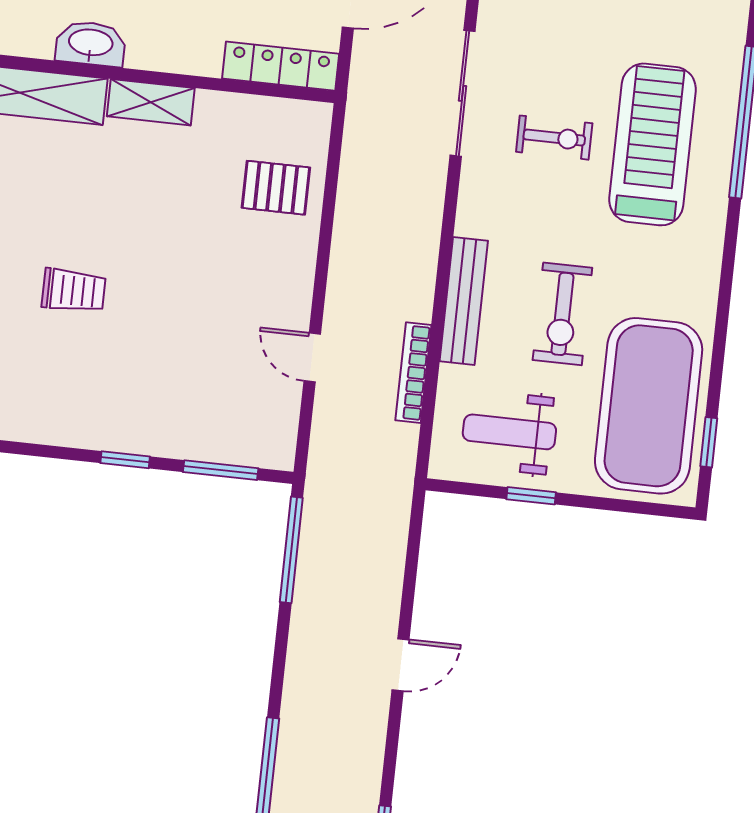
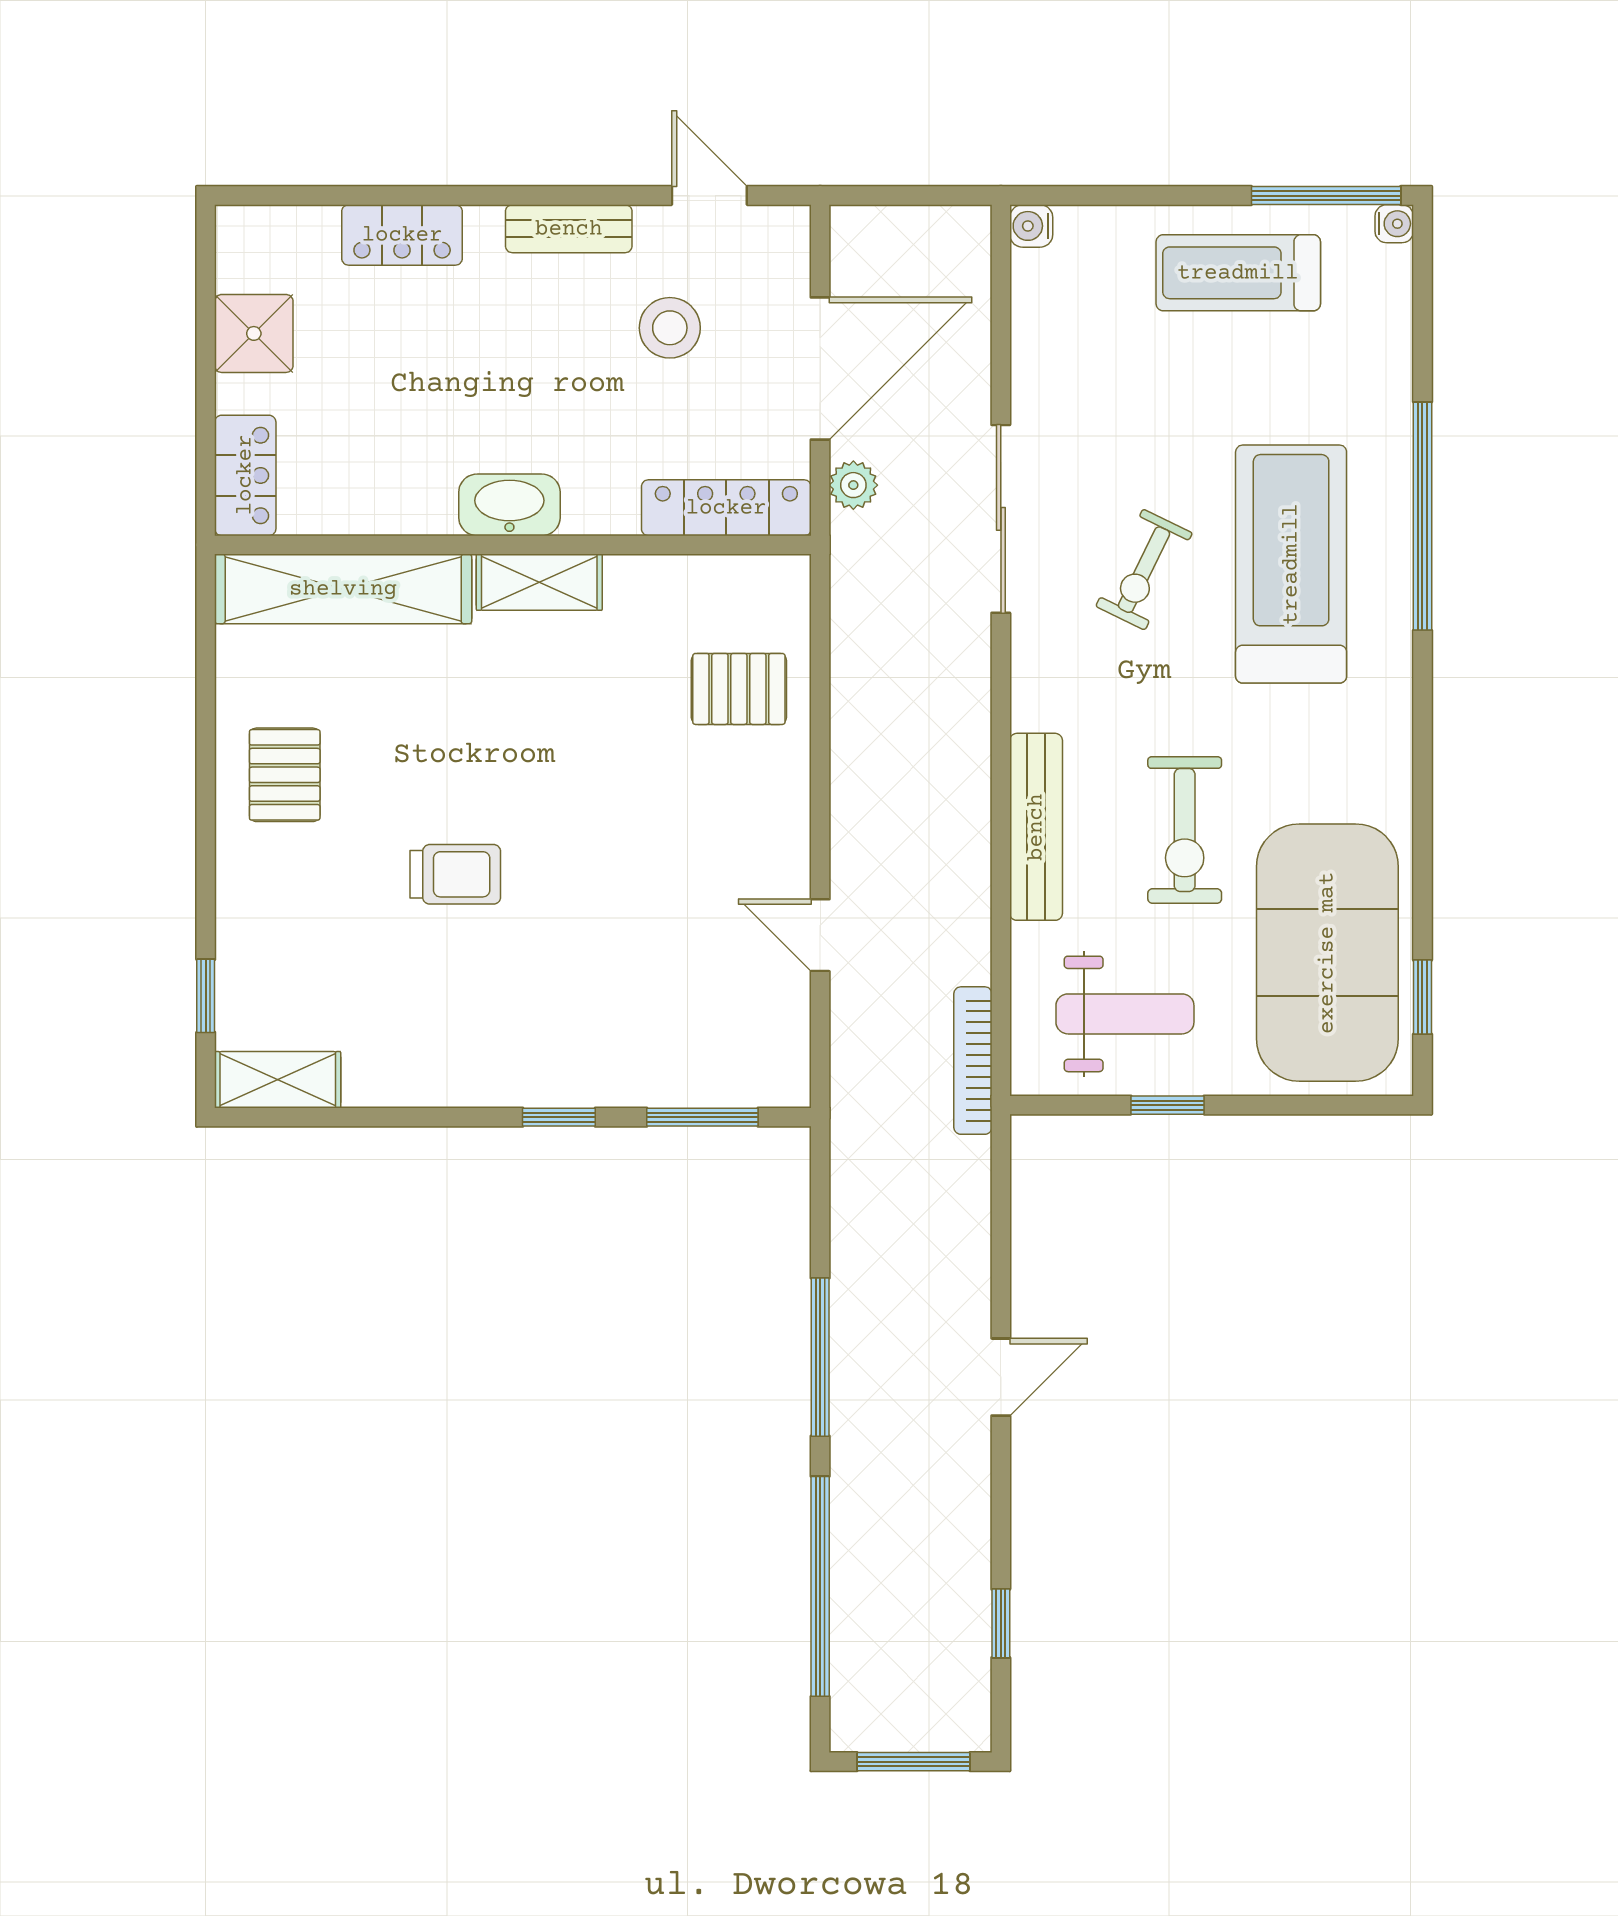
washbasin: (91, 44) -> (509, 505), moved
plant: (367, 60) -> (853, 485), added
exercise bike: (554, 138) -> (1144, 570), turned 116
bookcase: (413, 373) -> (973, 1061), moved
weight bench: (509, 432) -> (1125, 1014), turned 180
window: (291, 550) -> (820, 1357), moved

